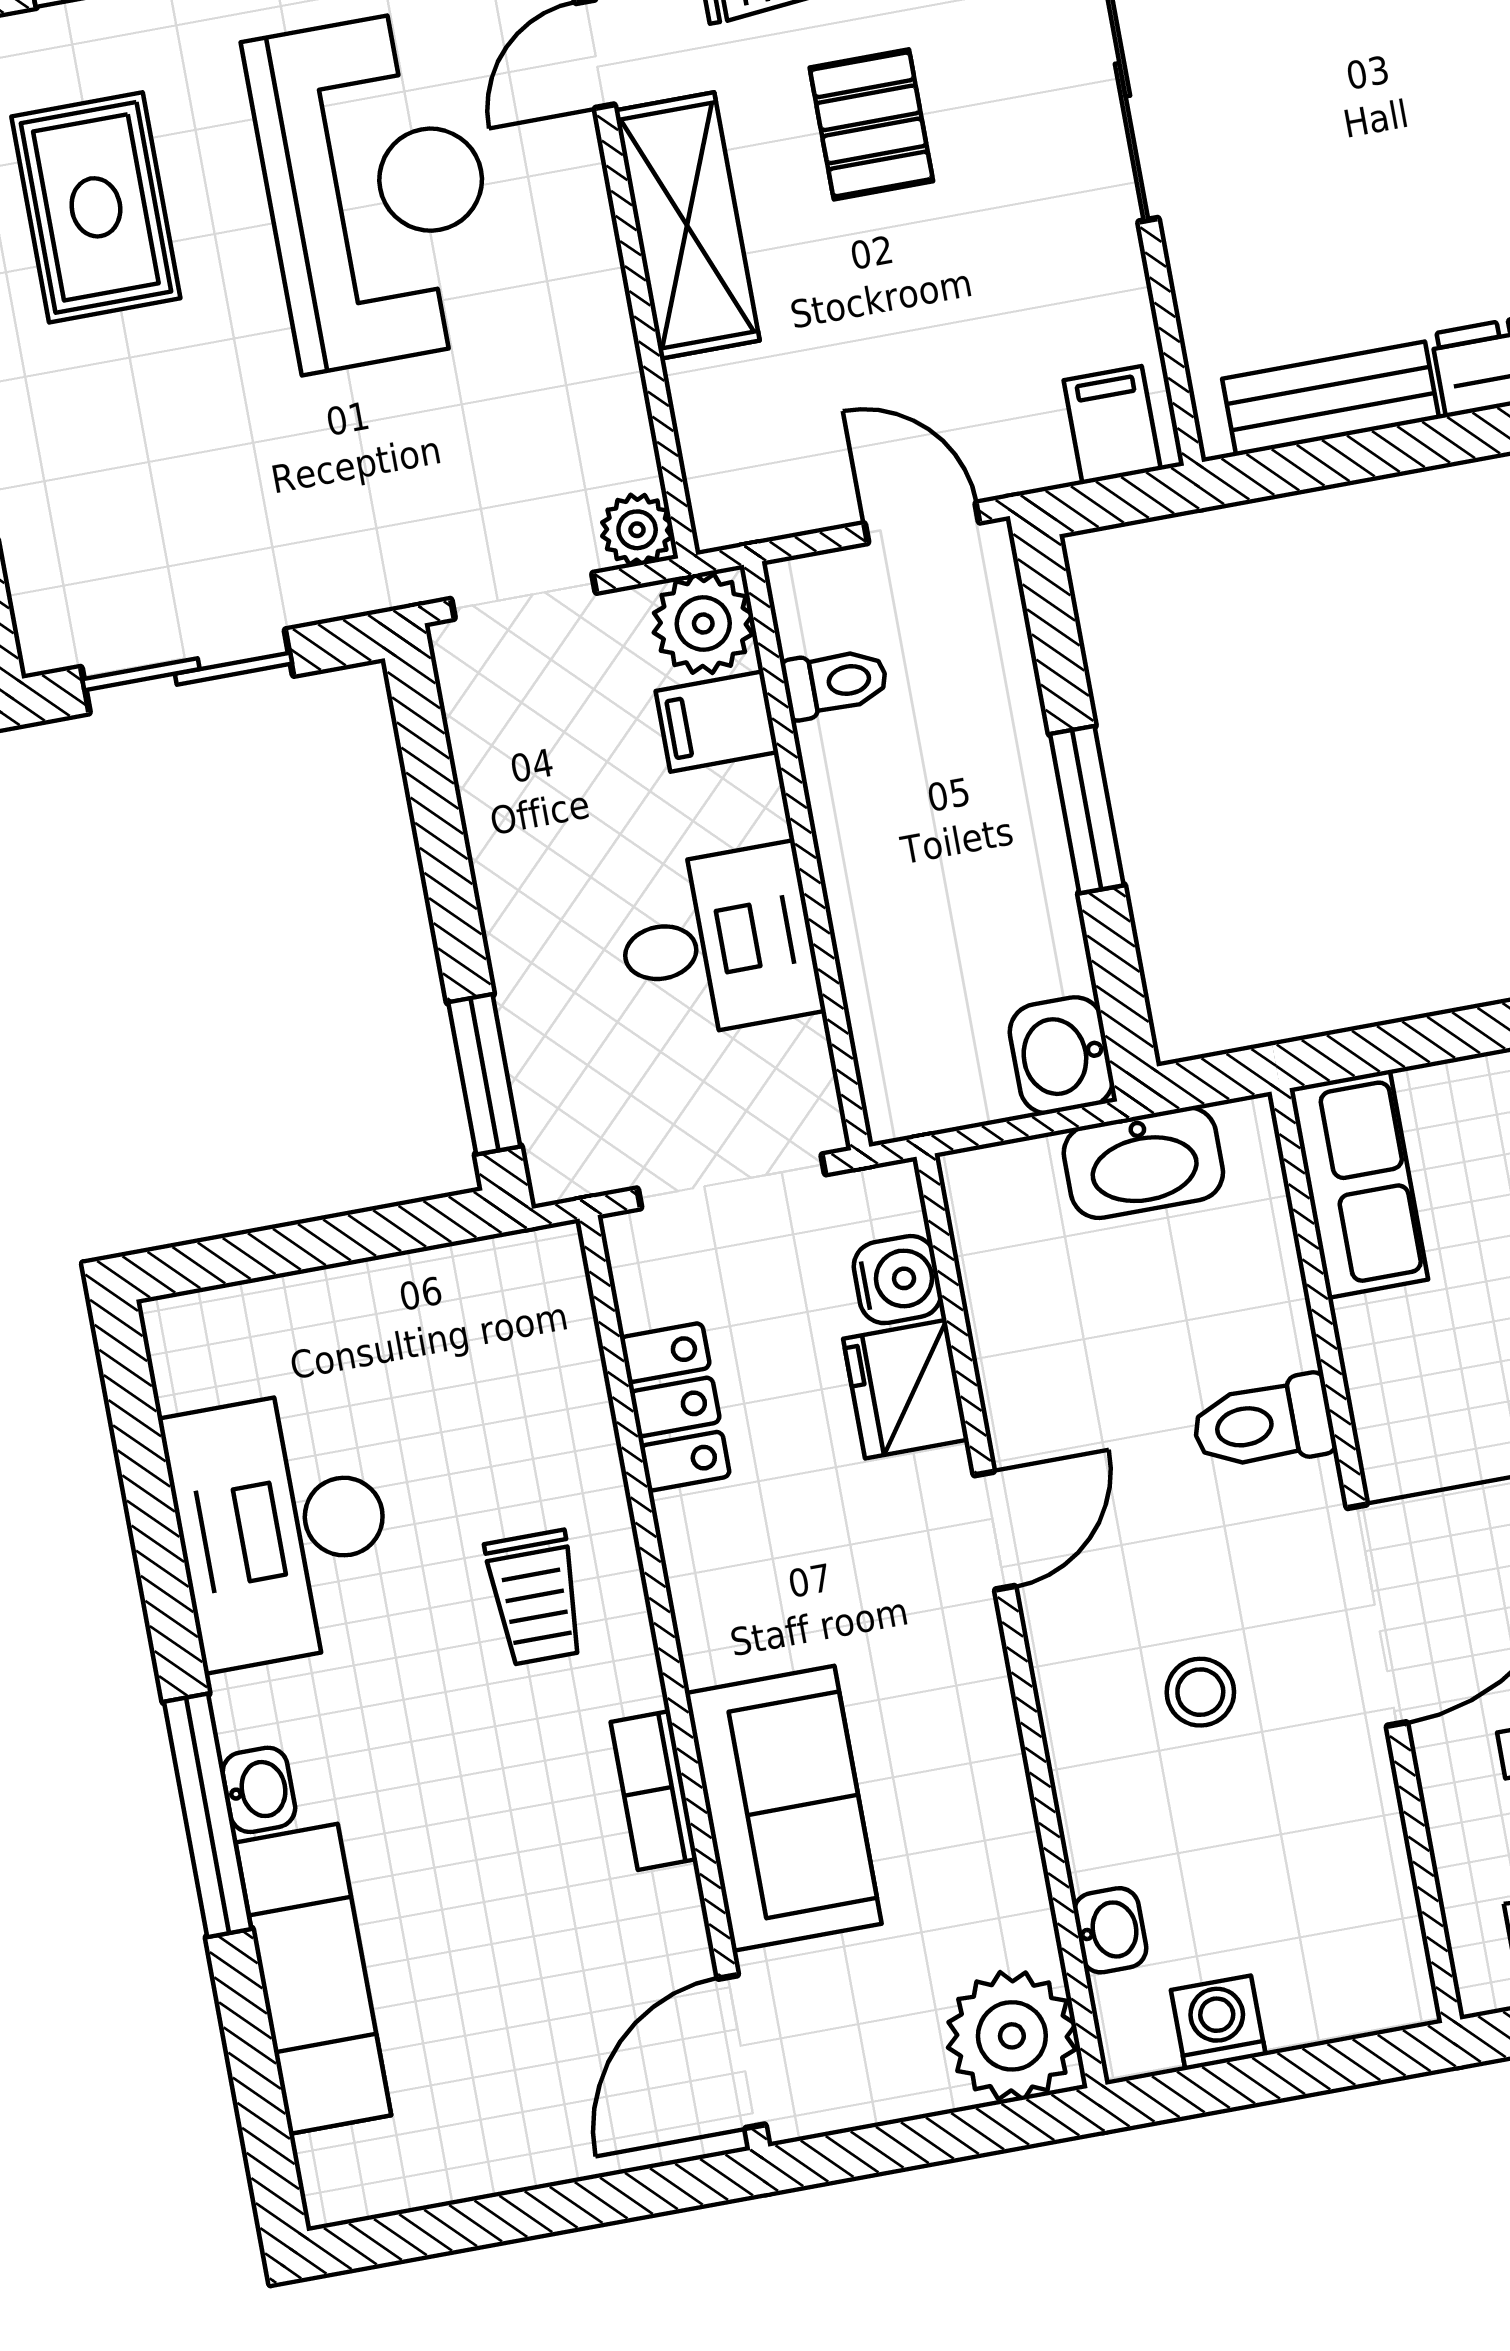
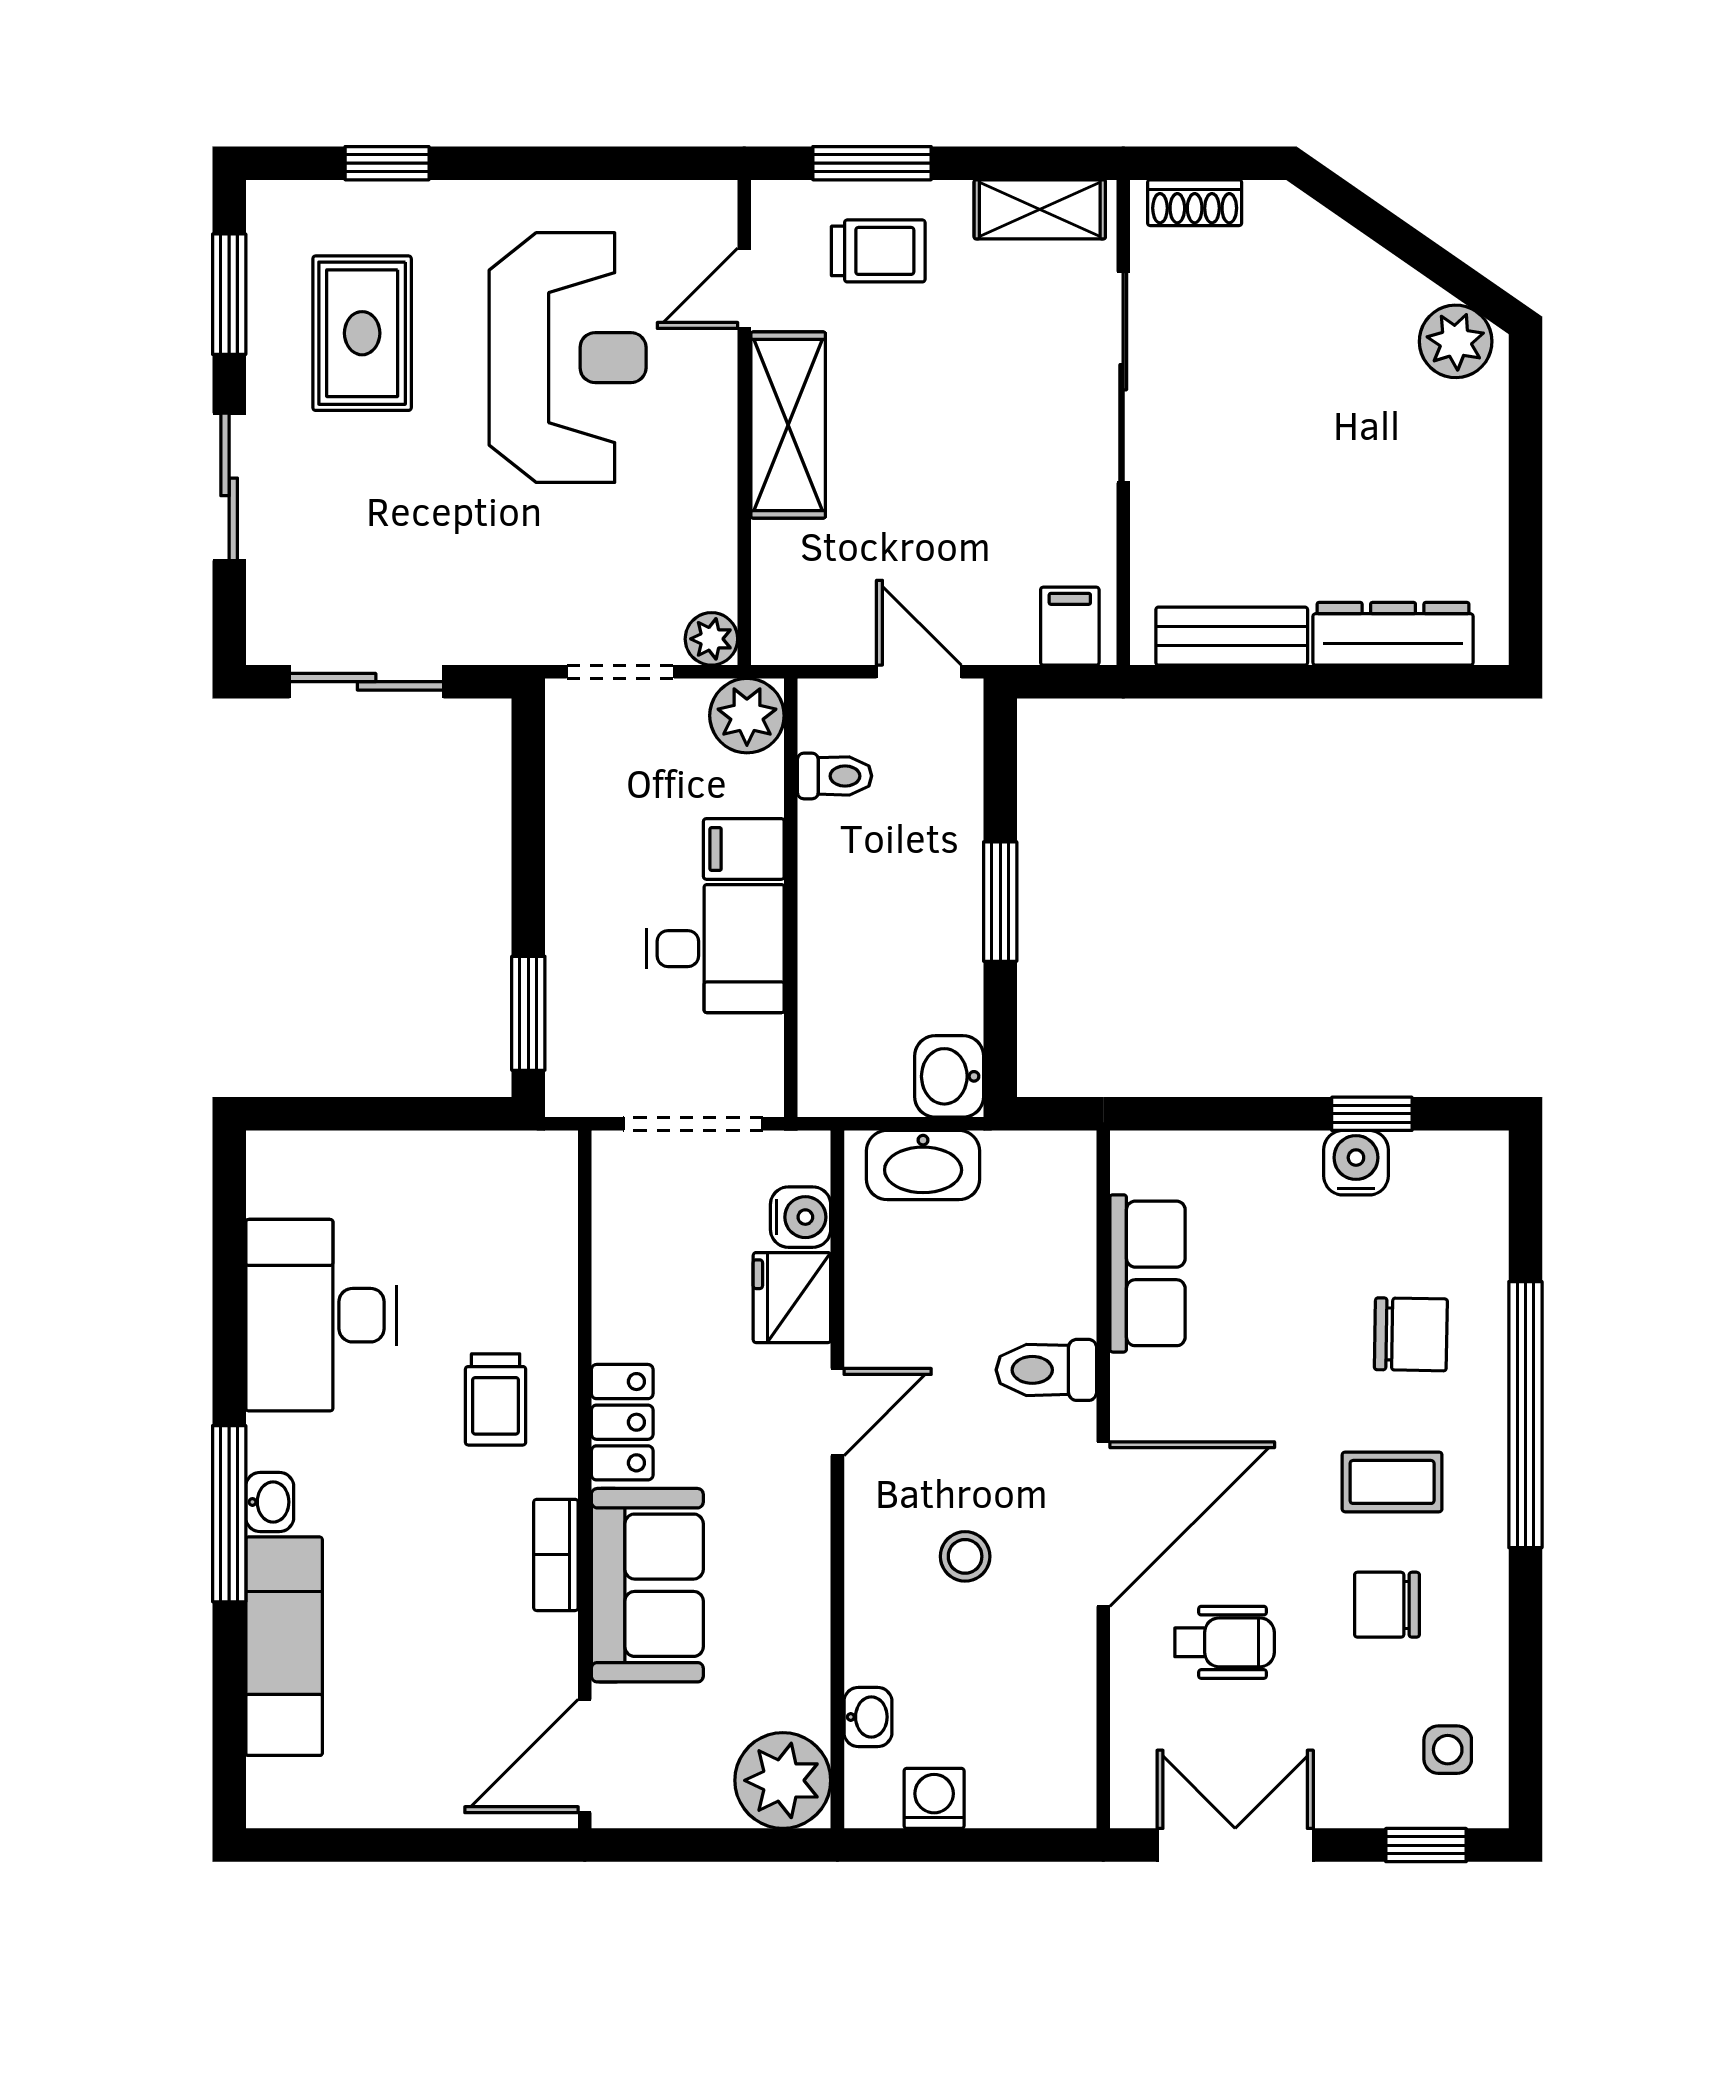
pallet: (871, 124) -> (935, 376), removed
filing cabinet: (717, 721) -> (744, 849), moved
washbasin: (1143, 1163) -> (923, 1165), moved
row of seats: (1359, 1184) -> (1148, 1273), moved
locker: (675, 1407) -> (622, 1422), moved

